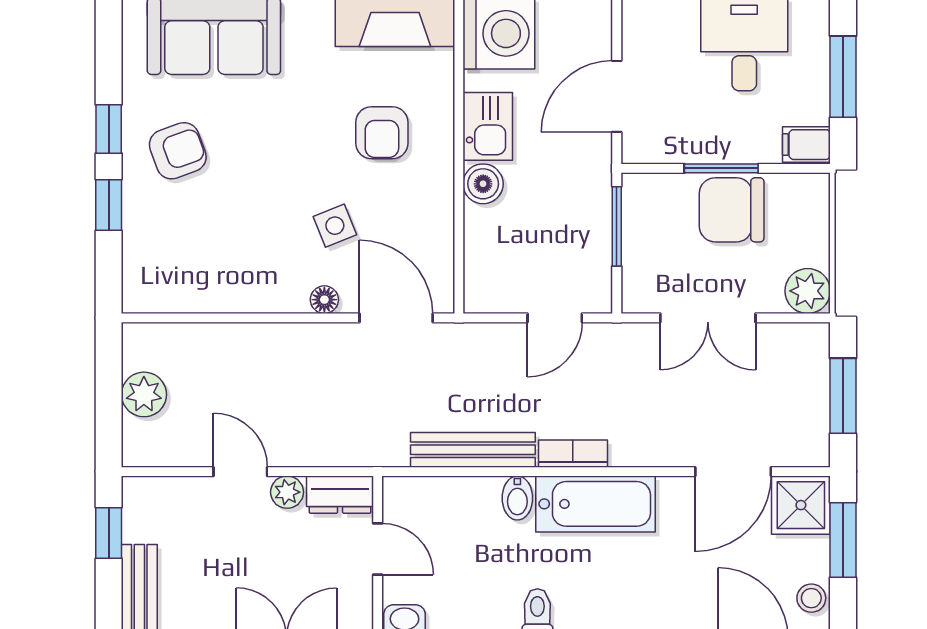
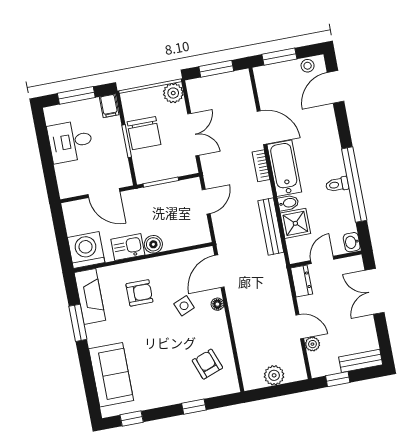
window: (109, 129) -> (132, 419), moved
armchair: (178, 151) -> (207, 364), moved
door: (555, 318) -> (206, 202), hinge flipped
bookcase: (573, 454) -> (261, 166), moved
door: (240, 472) -> (300, 327), swing flipped
door: (733, 472) -> (262, 128), moved
plant: (287, 492) -> (312, 344), moved
shower: (801, 505) -> (295, 223), moved

